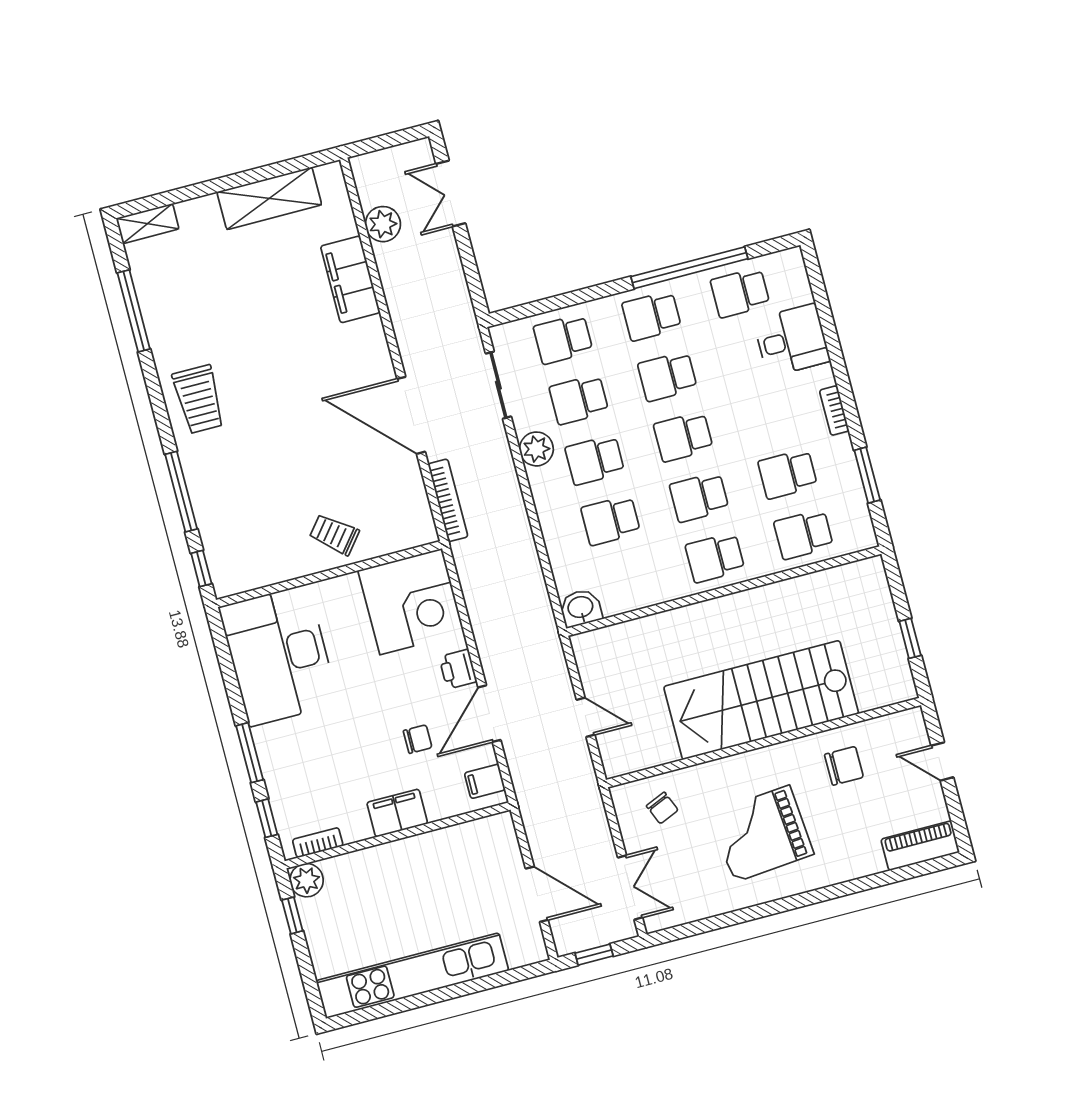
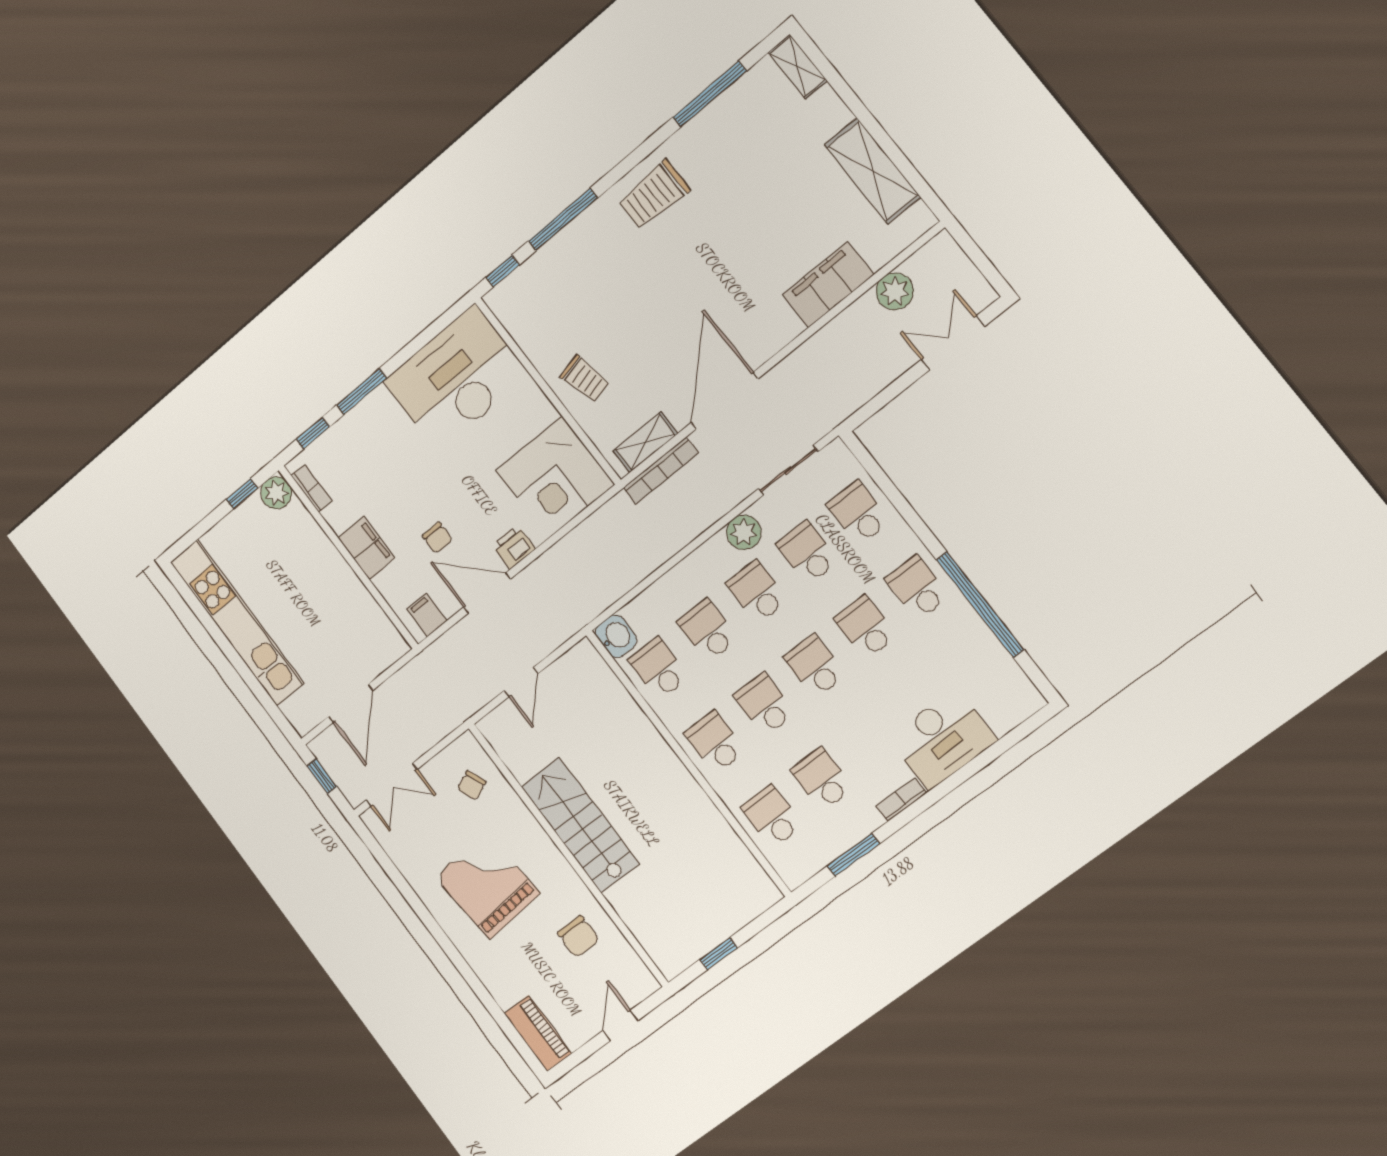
school desk: (740, 293) -> (659, 668), moved
desk: (792, 340) -> (942, 739), width x1.37
shelving: (416, 504) -> (645, 442), added
trolley: (334, 534) -> (585, 379), turned 128
stairs: (761, 700) -> (580, 825), width x0.73, depth x0.66

